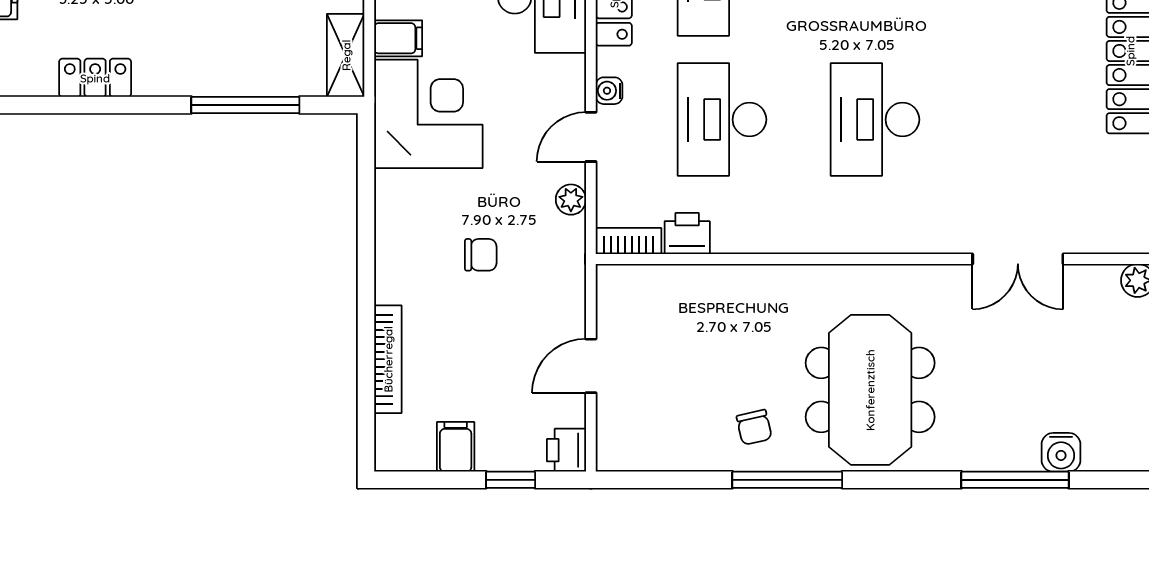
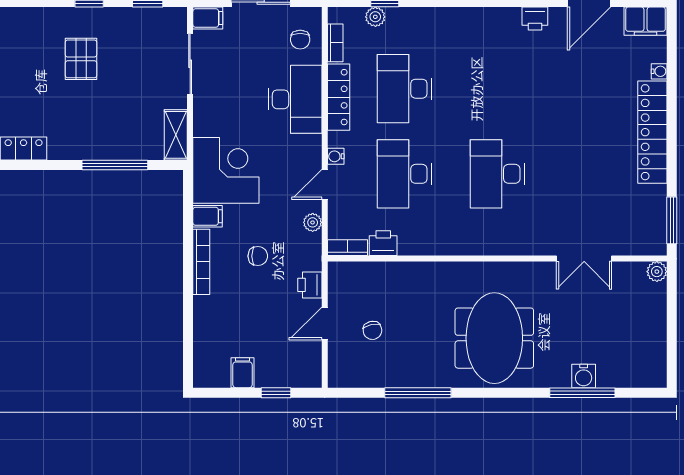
filing cabinet: (398, 38) -> (208, 216), moved
bookcase: (388, 359) -> (201, 262), moved
chair: (754, 427) -> (372, 330), moved
printer: (566, 450) -> (310, 285), moved
water cooler: (1061, 452) -> (584, 376), moved
window: (787, 480) -> (418, 393), moved

